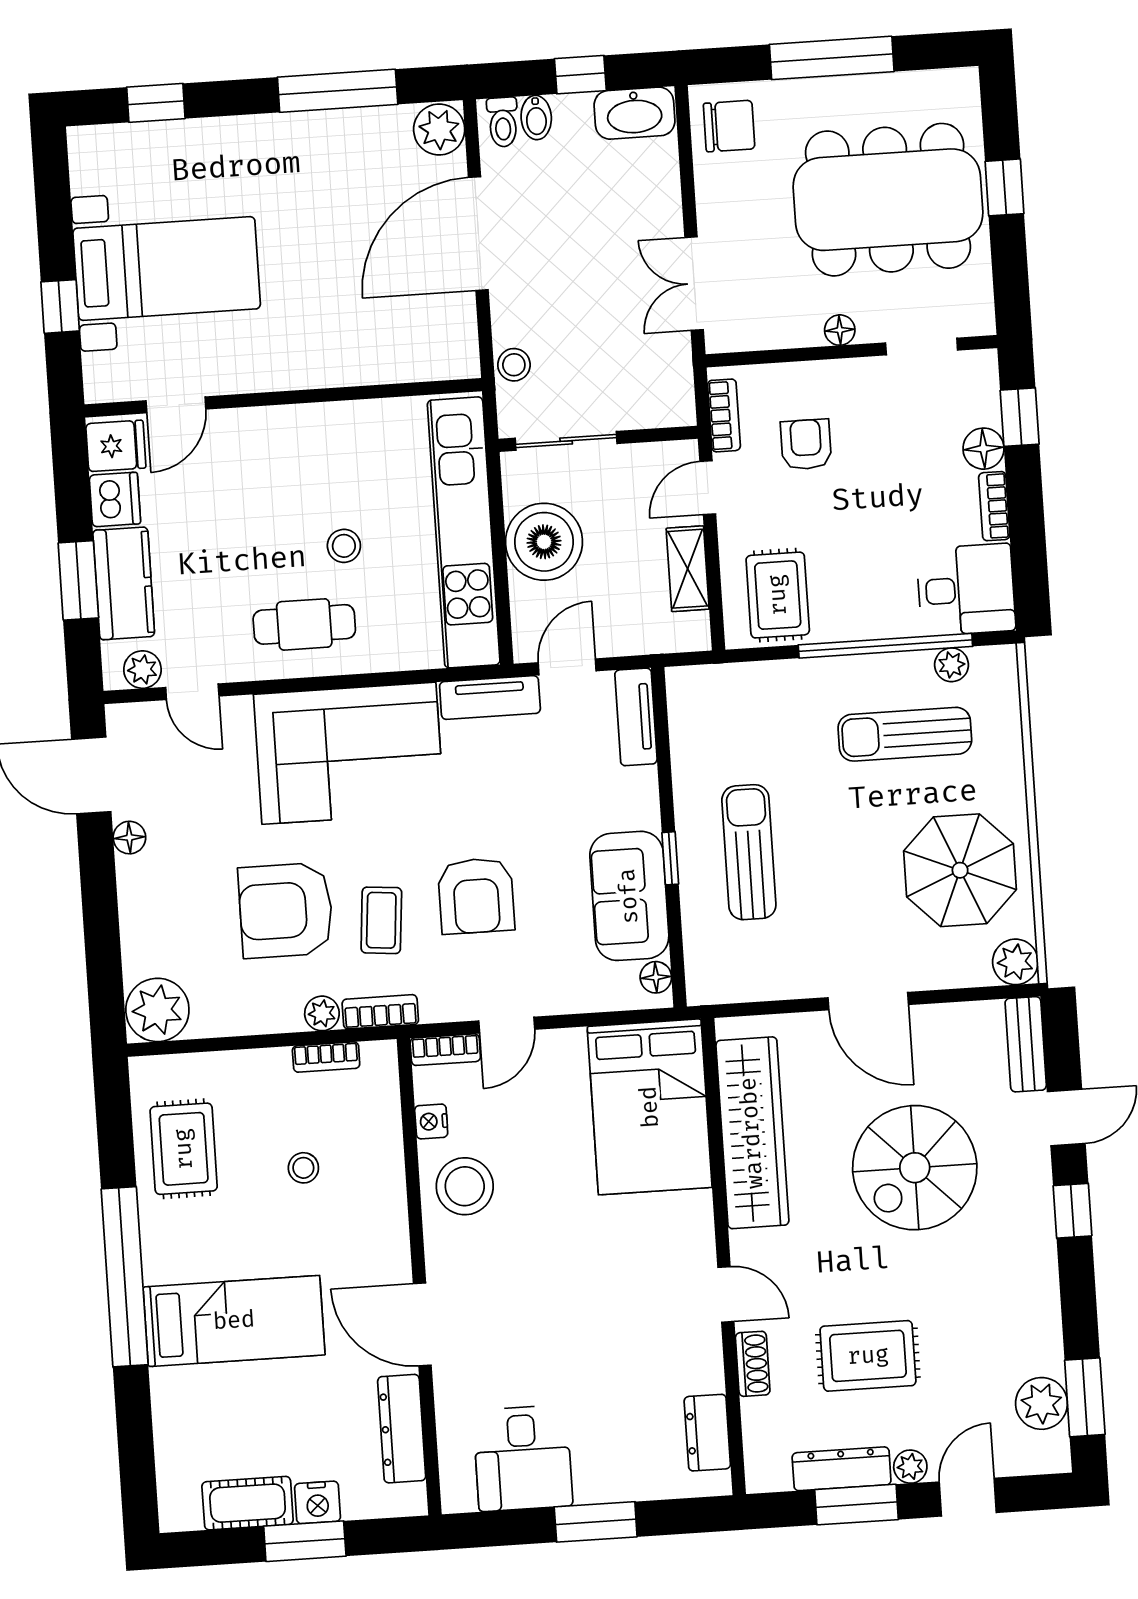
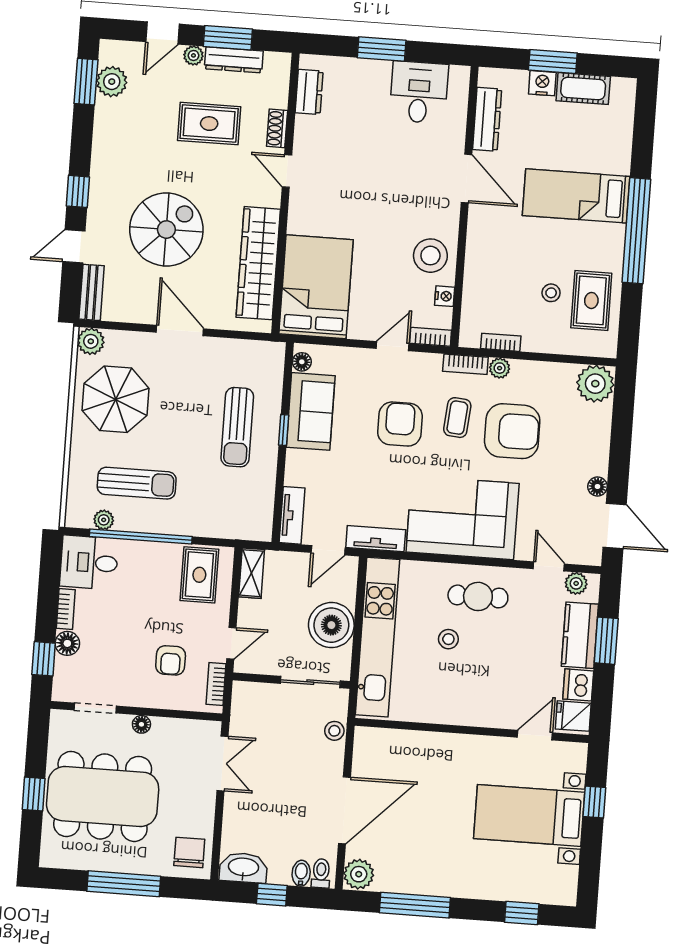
chair: (729, 126) -> (189, 852), turned 90
shelving: (688, 569) -> (252, 573), moved
stool: (303, 1168) -> (551, 293), moved

